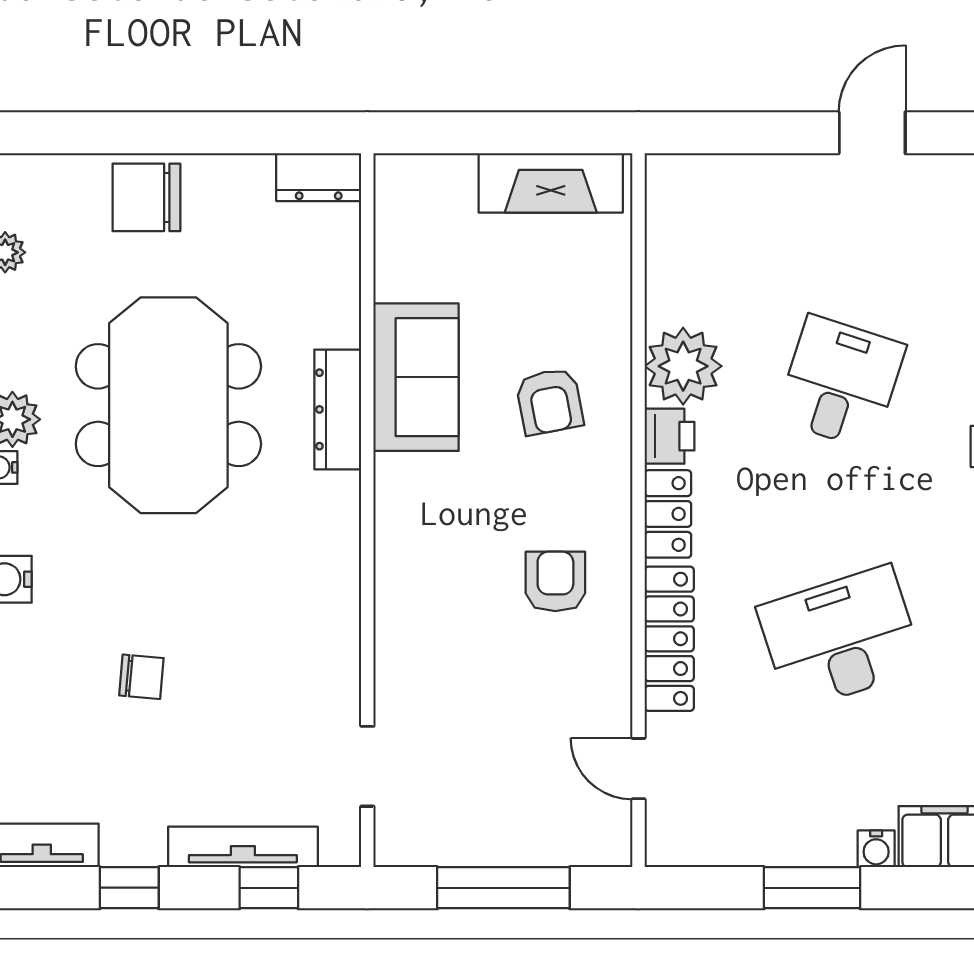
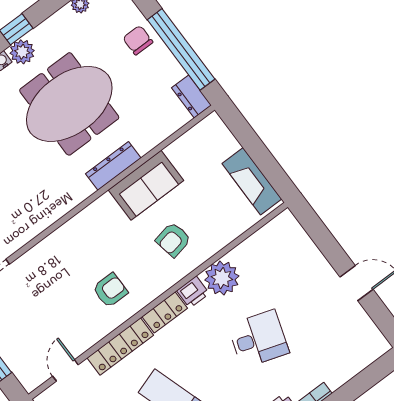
window: (221, 133) -> (181, 49), added
chair: (146, 197) -> (138, 40), width x0.73, depth x0.73

